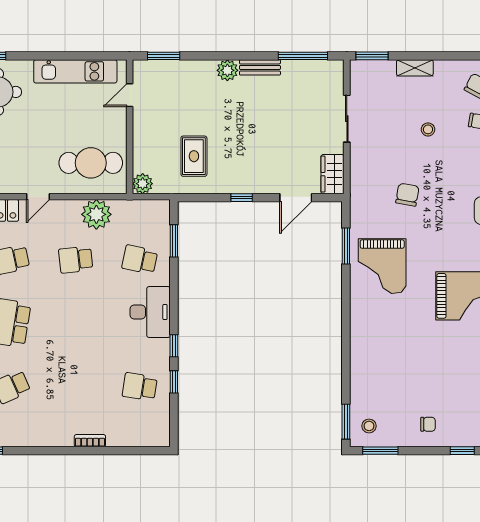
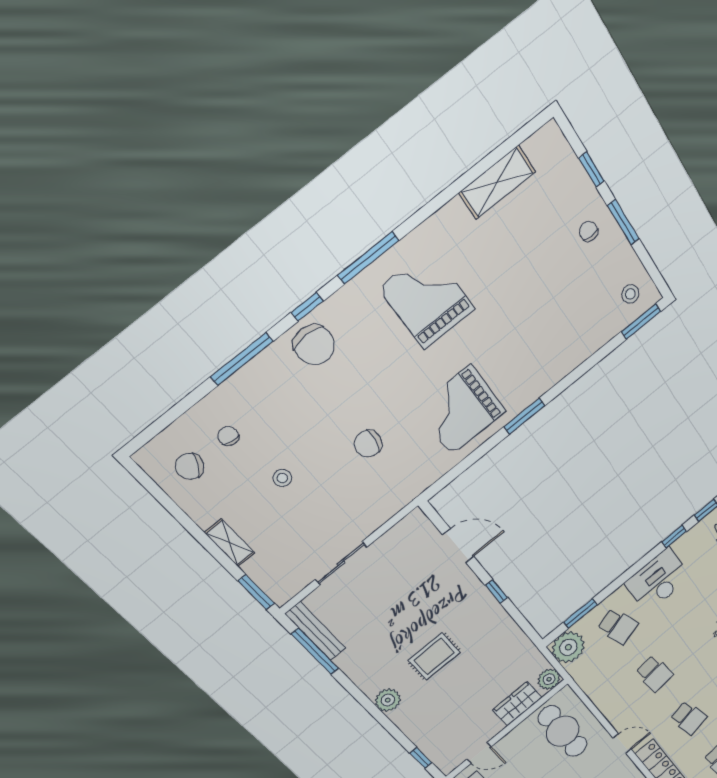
window: (164, 56) -> (421, 758), width x0.67
bench: (260, 67) -> (315, 631), moved, width x1.36
rug: (194, 156) -> (434, 656), moved
wardrobe: (333, 174) -> (517, 704), moved, turned 180
plant: (96, 214) -> (568, 647), moved
window: (346, 246) -> (524, 416), moved
school desk: (140, 260) -> (618, 626), turned -30
grand piano: (382, 266) -> (461, 410), turned 180
window: (380, 451) -> (623, 222), moved

